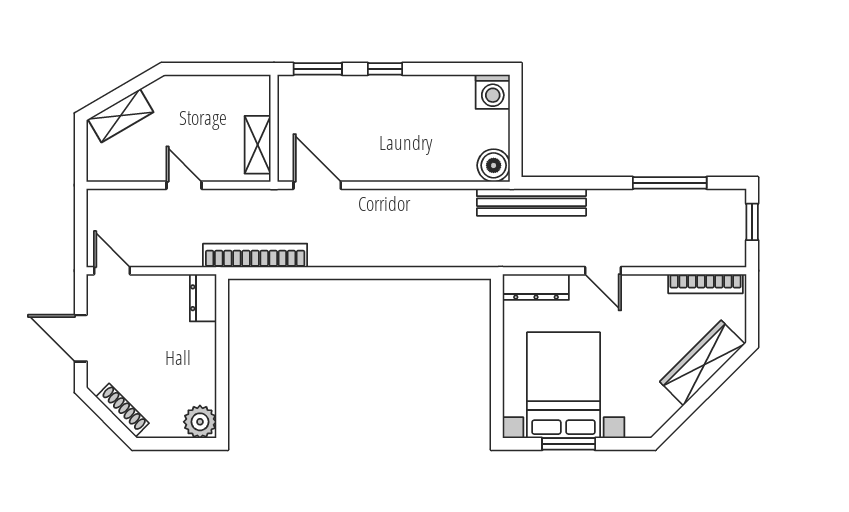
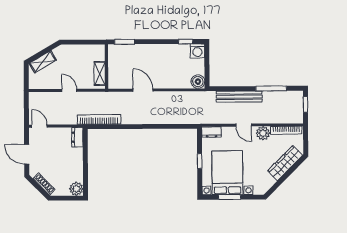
window: (385, 69) -> (186, 41), moved
door: (317, 185) -> (143, 90), moved
bench: (531, 202) -> (239, 97), moved
dresser: (536, 287) -> (212, 132), width x0.70
plant: (649, 290) -> (263, 133), added
window: (497, 357) -> (200, 161), added

